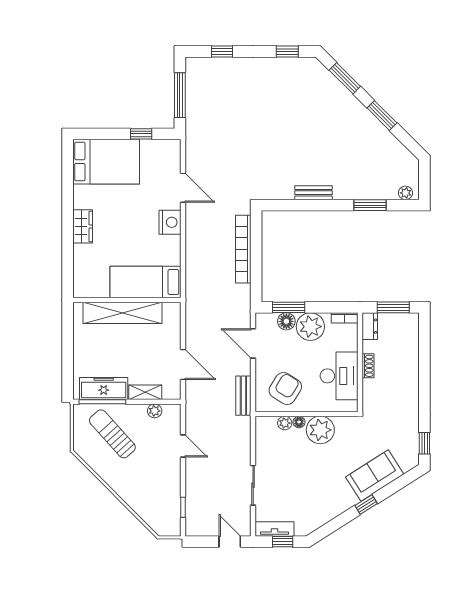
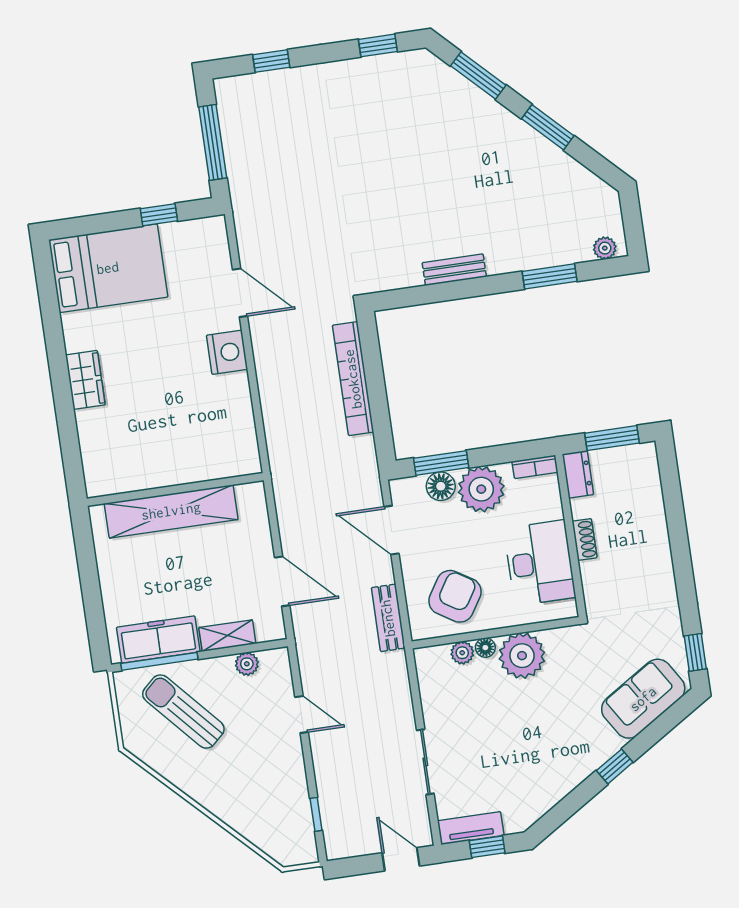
bed: (146, 282) -> (201, 456), removed
sofa: (375, 476) -> (643, 699), moved

